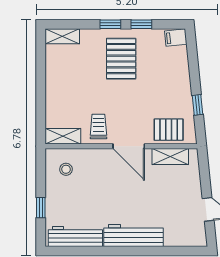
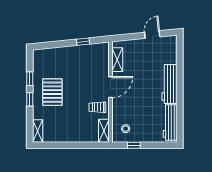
filing cabinet: (176, 38) -> (39, 56), removed
pallet: (121, 59) -> (52, 92), turned 90
pallet: (169, 130) -> (99, 61), removed
window: (41, 208) -> (134, 145), moved

